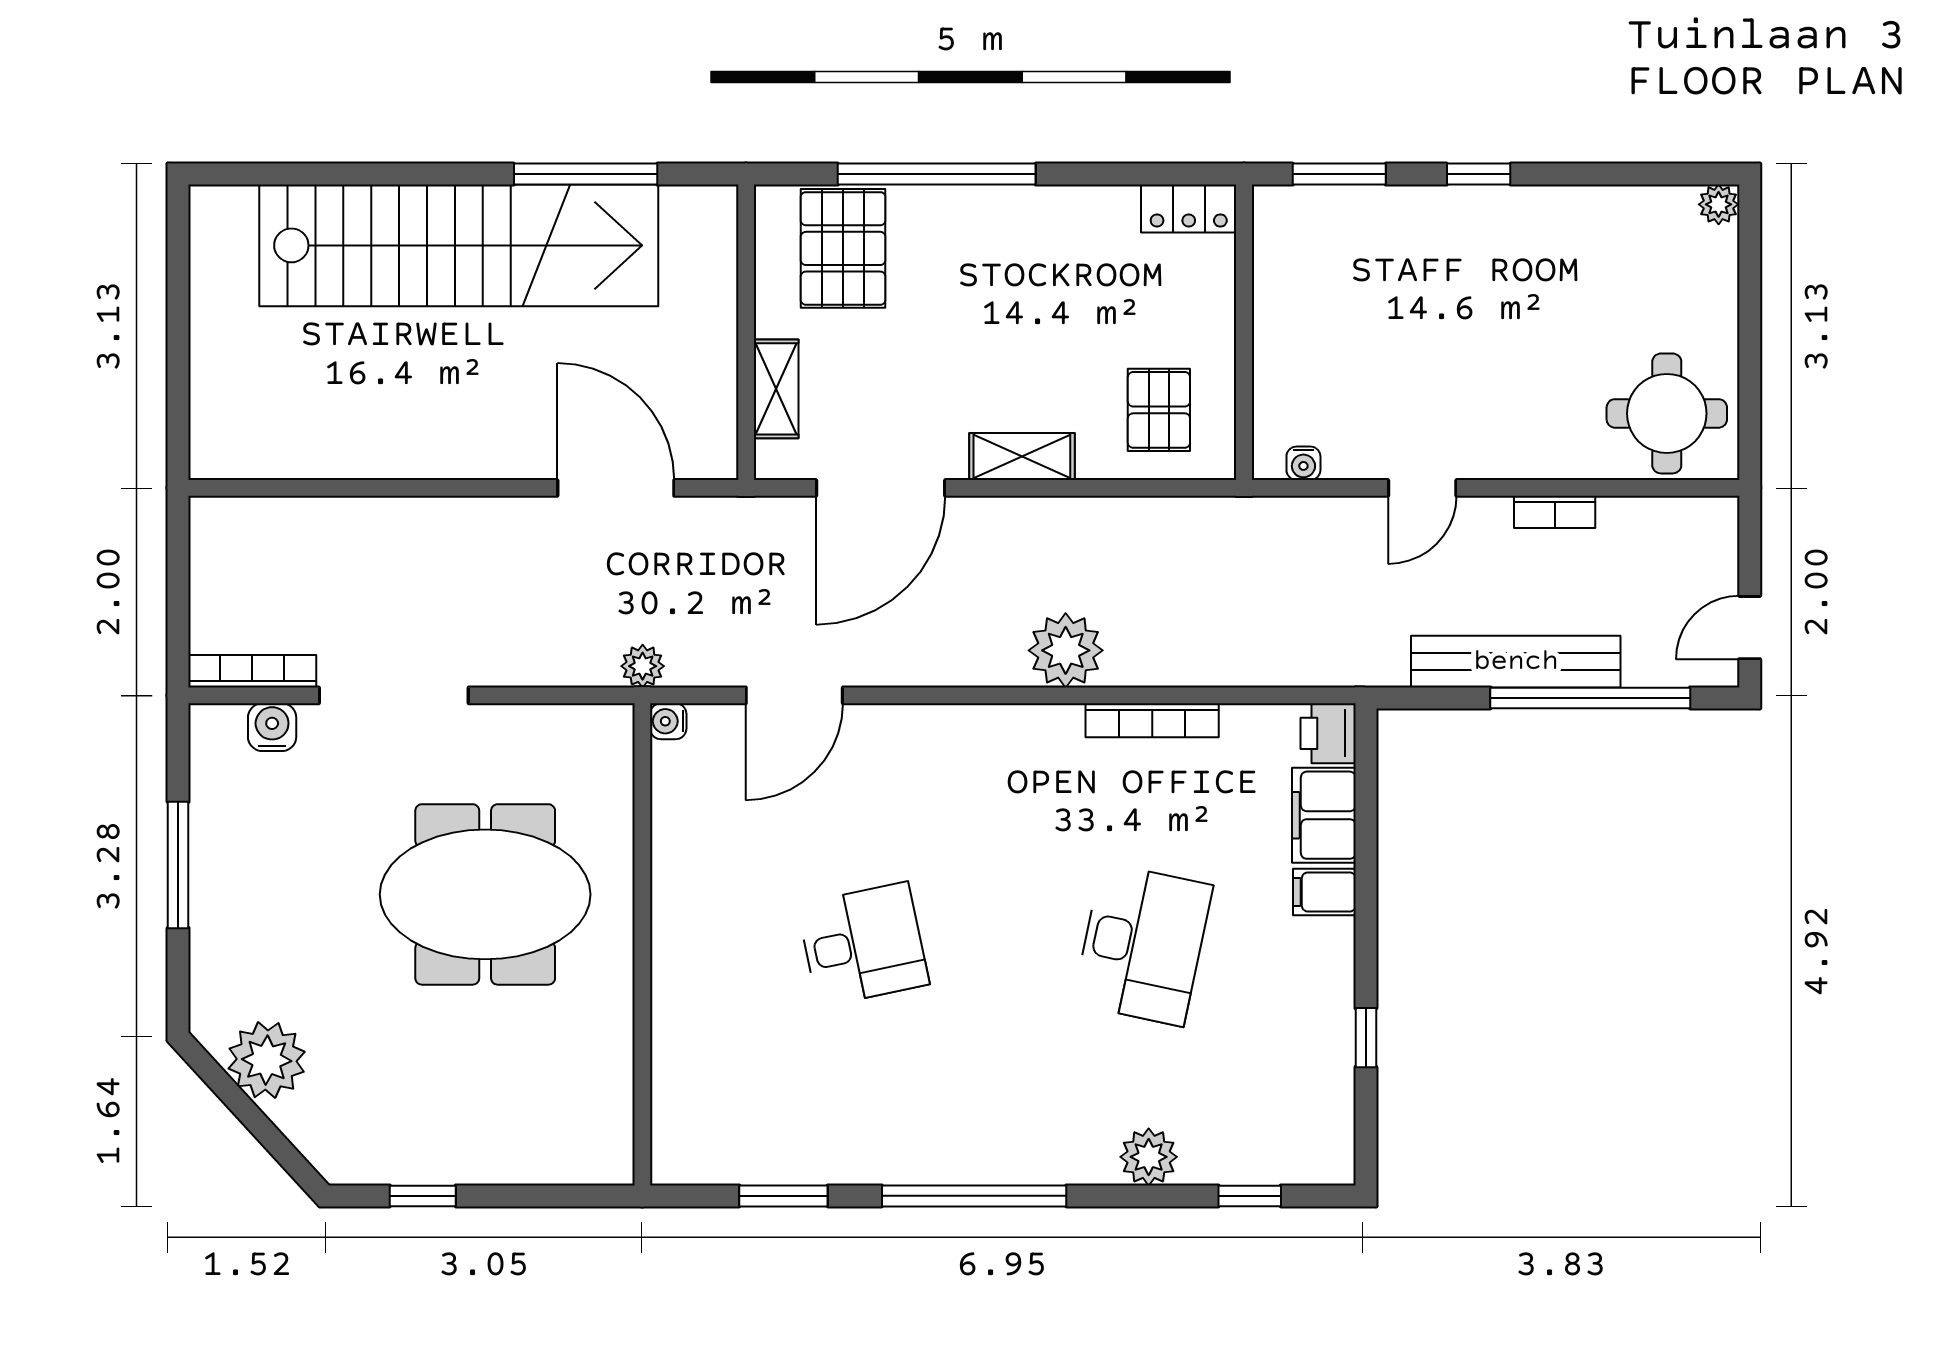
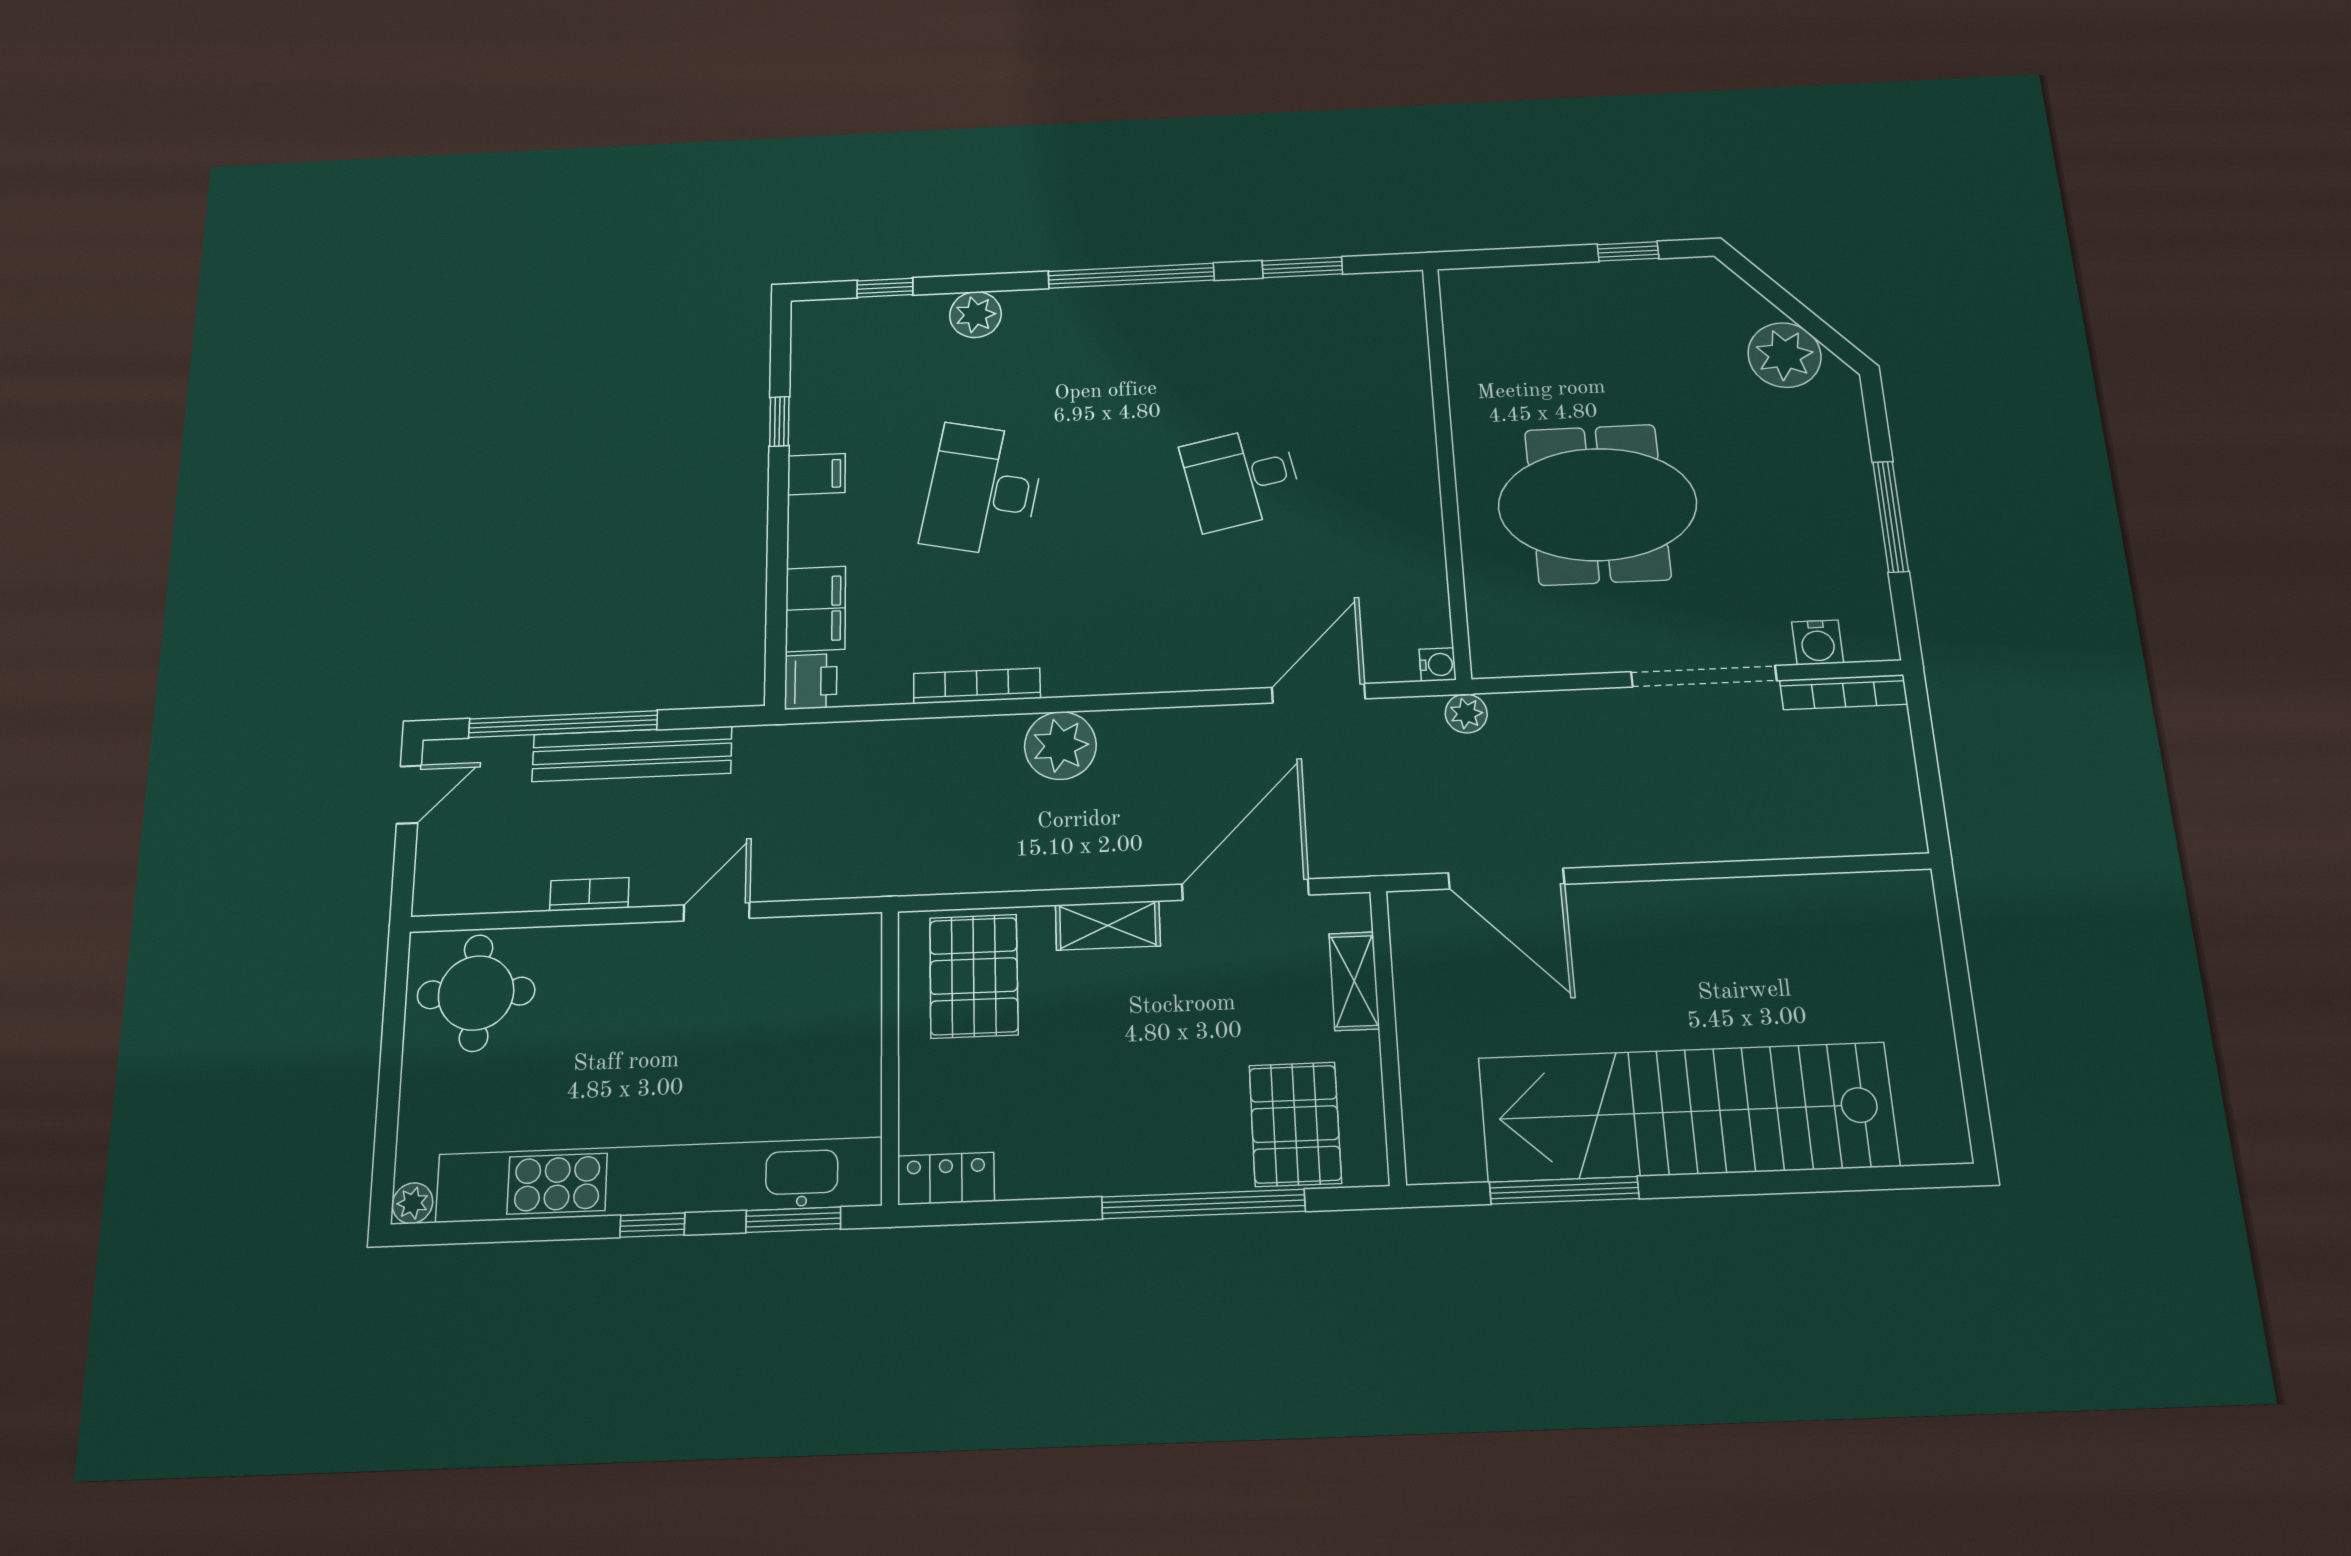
kitchen unit: (1473, 218) -> (659, 1180), added
pallet: (1159, 410) -> (974, 976), width x1.50, depth x1.42
water cooler: (1303, 463) -> (832, 930), removed
filing cabinet: (1324, 892) -> (816, 474), moved

